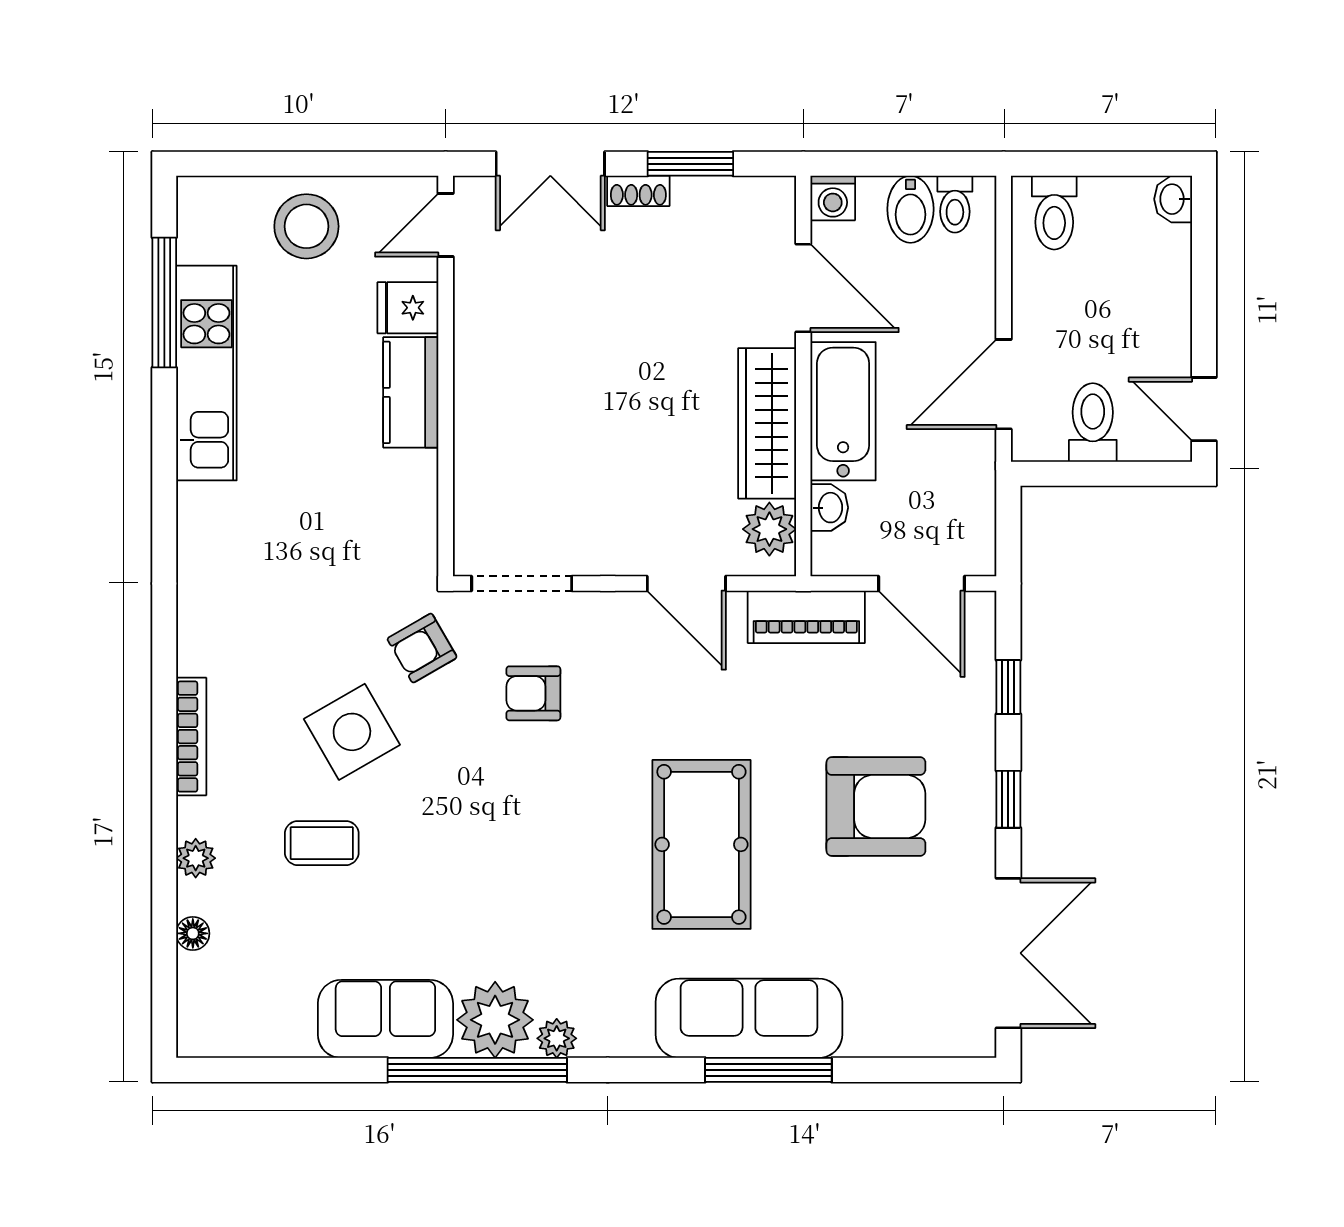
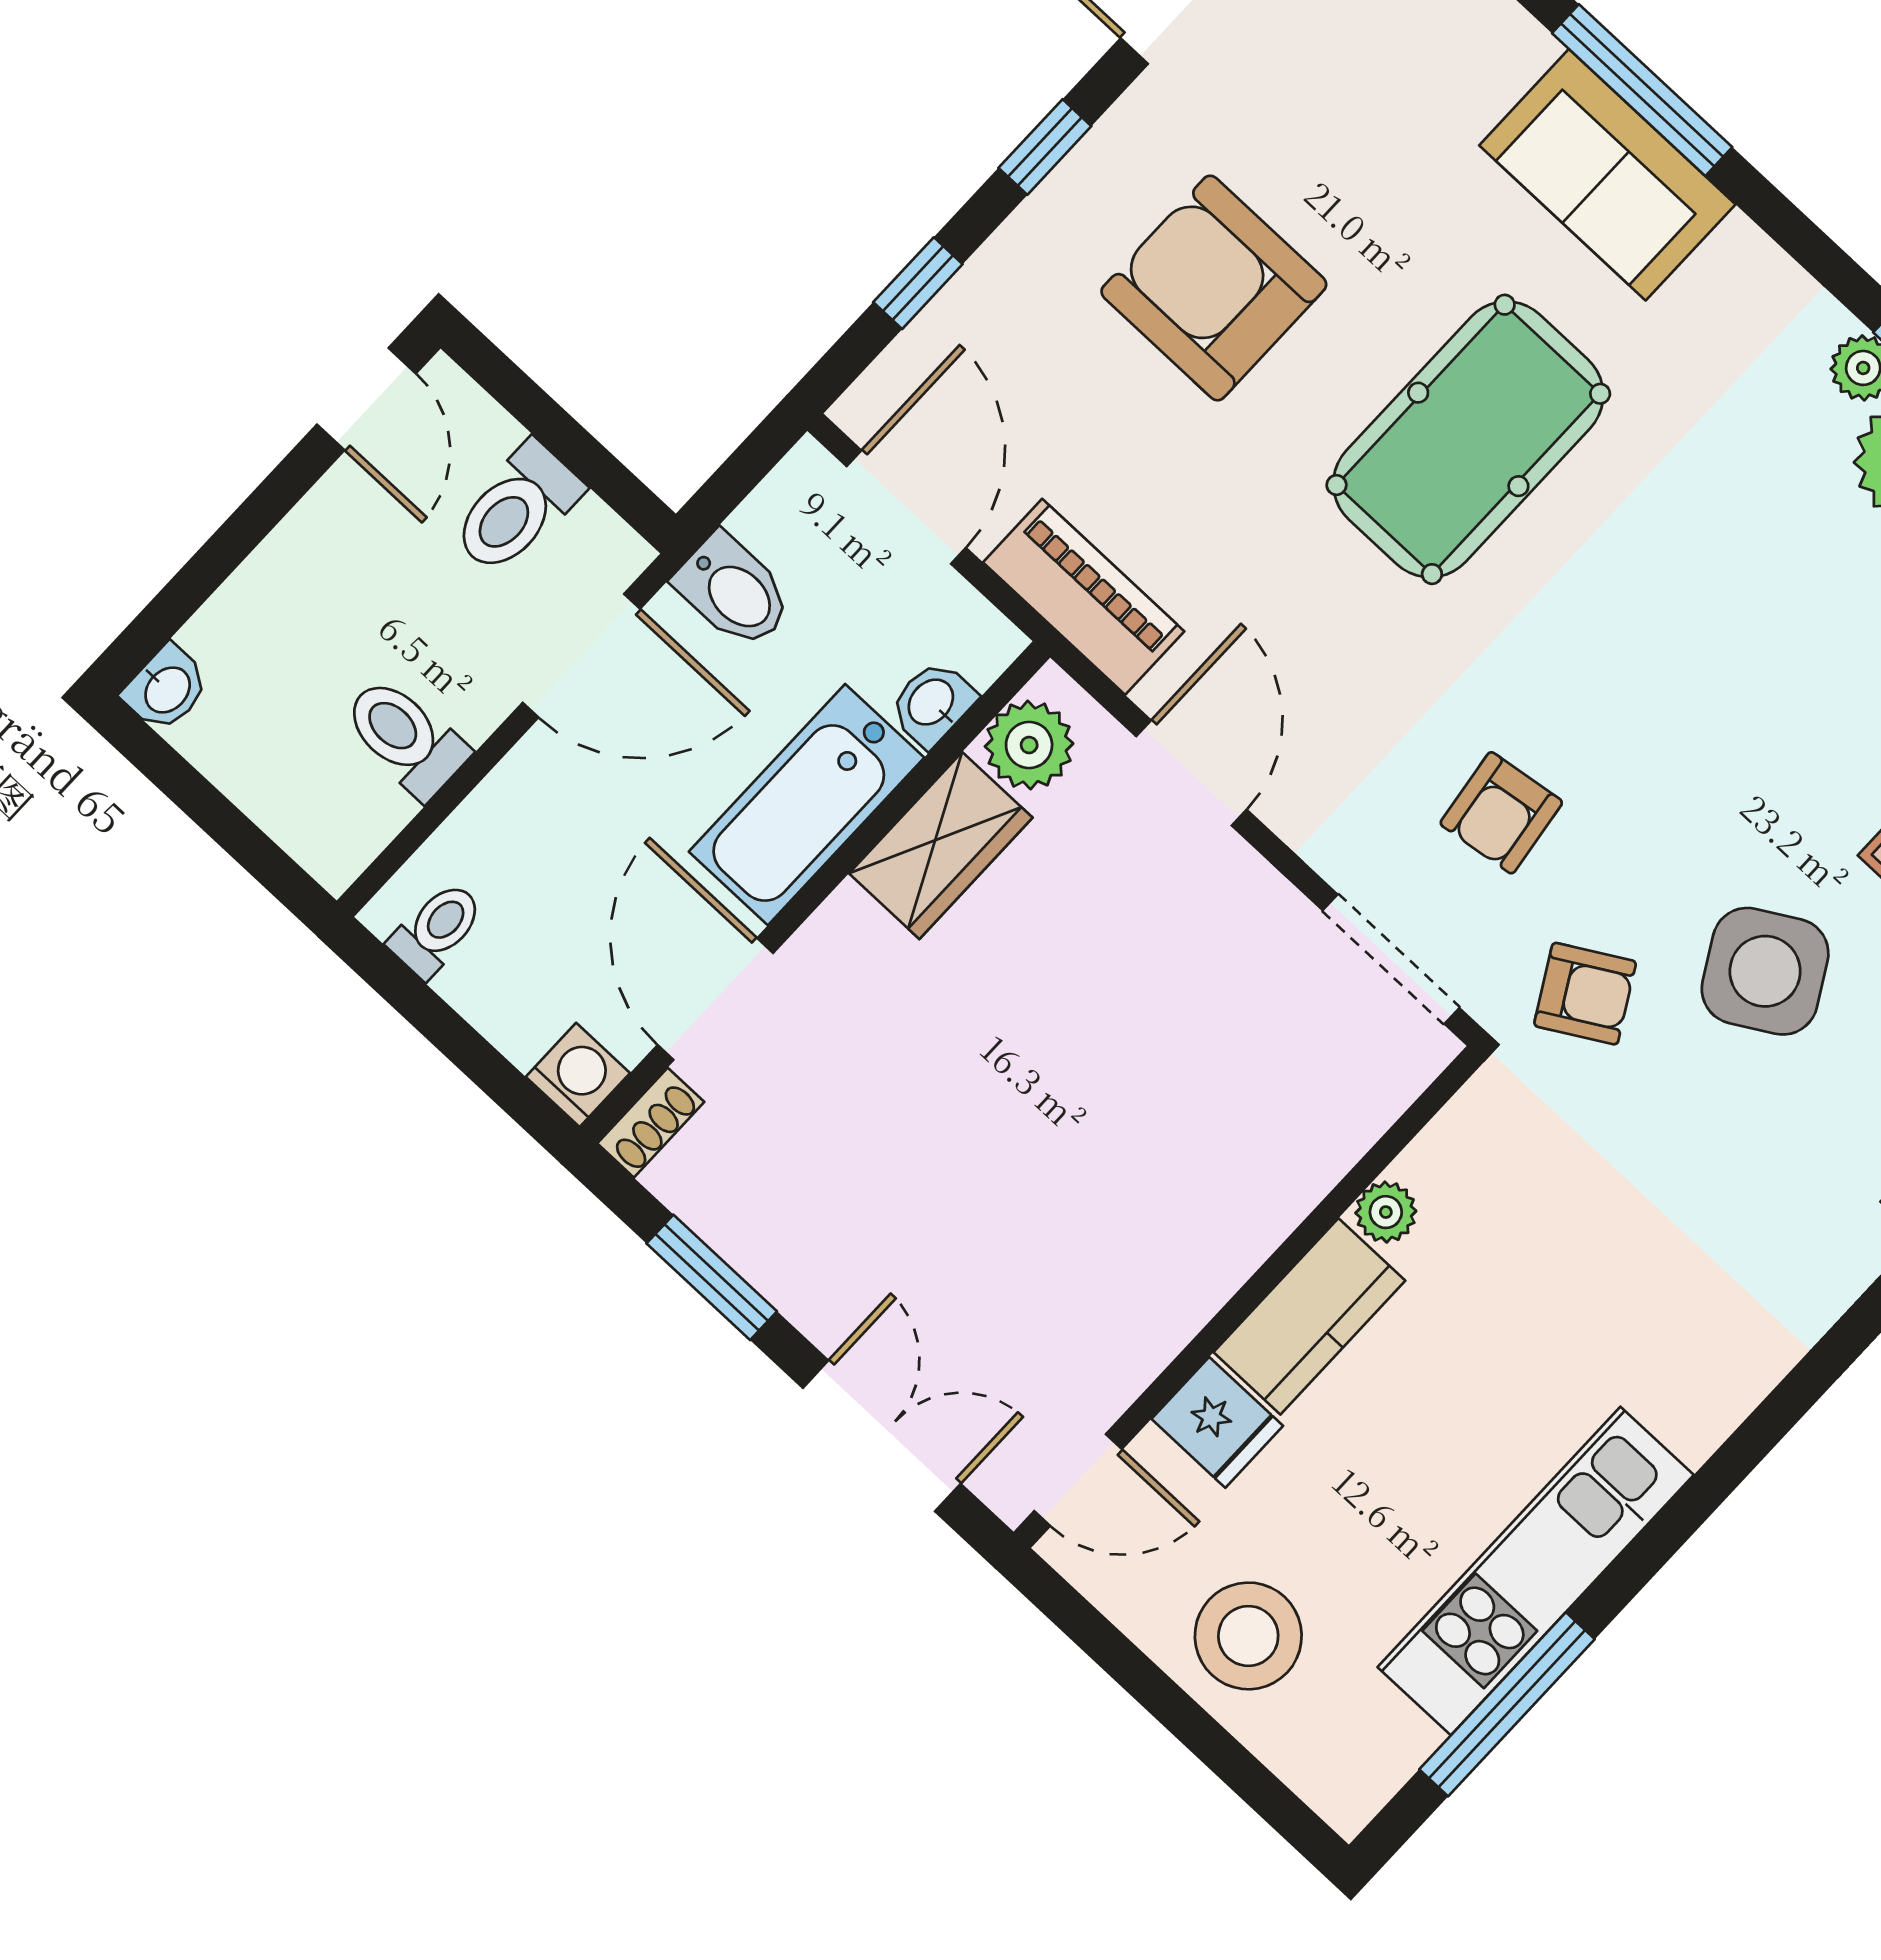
shoe rack: (638, 191) -> (651, 1123), moved, turned 90
bidet: (910, 209) -> (734, 591), moved, turned 90
toilet: (1054, 213) -> (405, 737), moved, turned -90
wardrobe: (767, 423) -> (941, 845), width x0.67
plant: (420, 470) -> (1386, 1212), added
armchair: (533, 693) -> (1501, 813), turned 82
sofa: (749, 1018) -> (1607, 175), width x0.73

